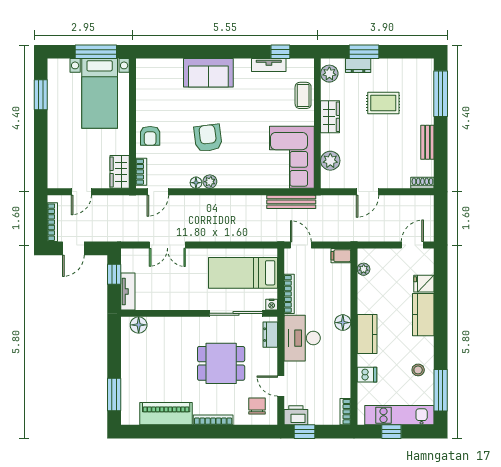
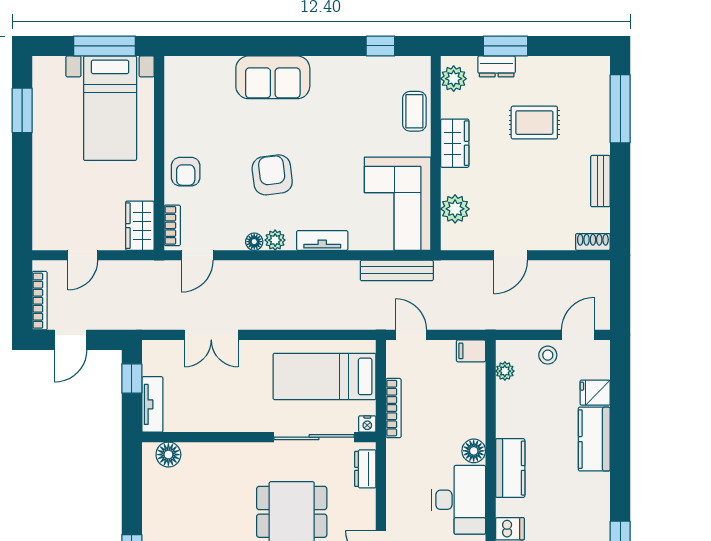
tv unit: (269, 65) -> (322, 240), moved, turned 180
desk: (302, 338) -> (459, 500), moved, turned 180
stool: (418, 370) -> (548, 355), moved

